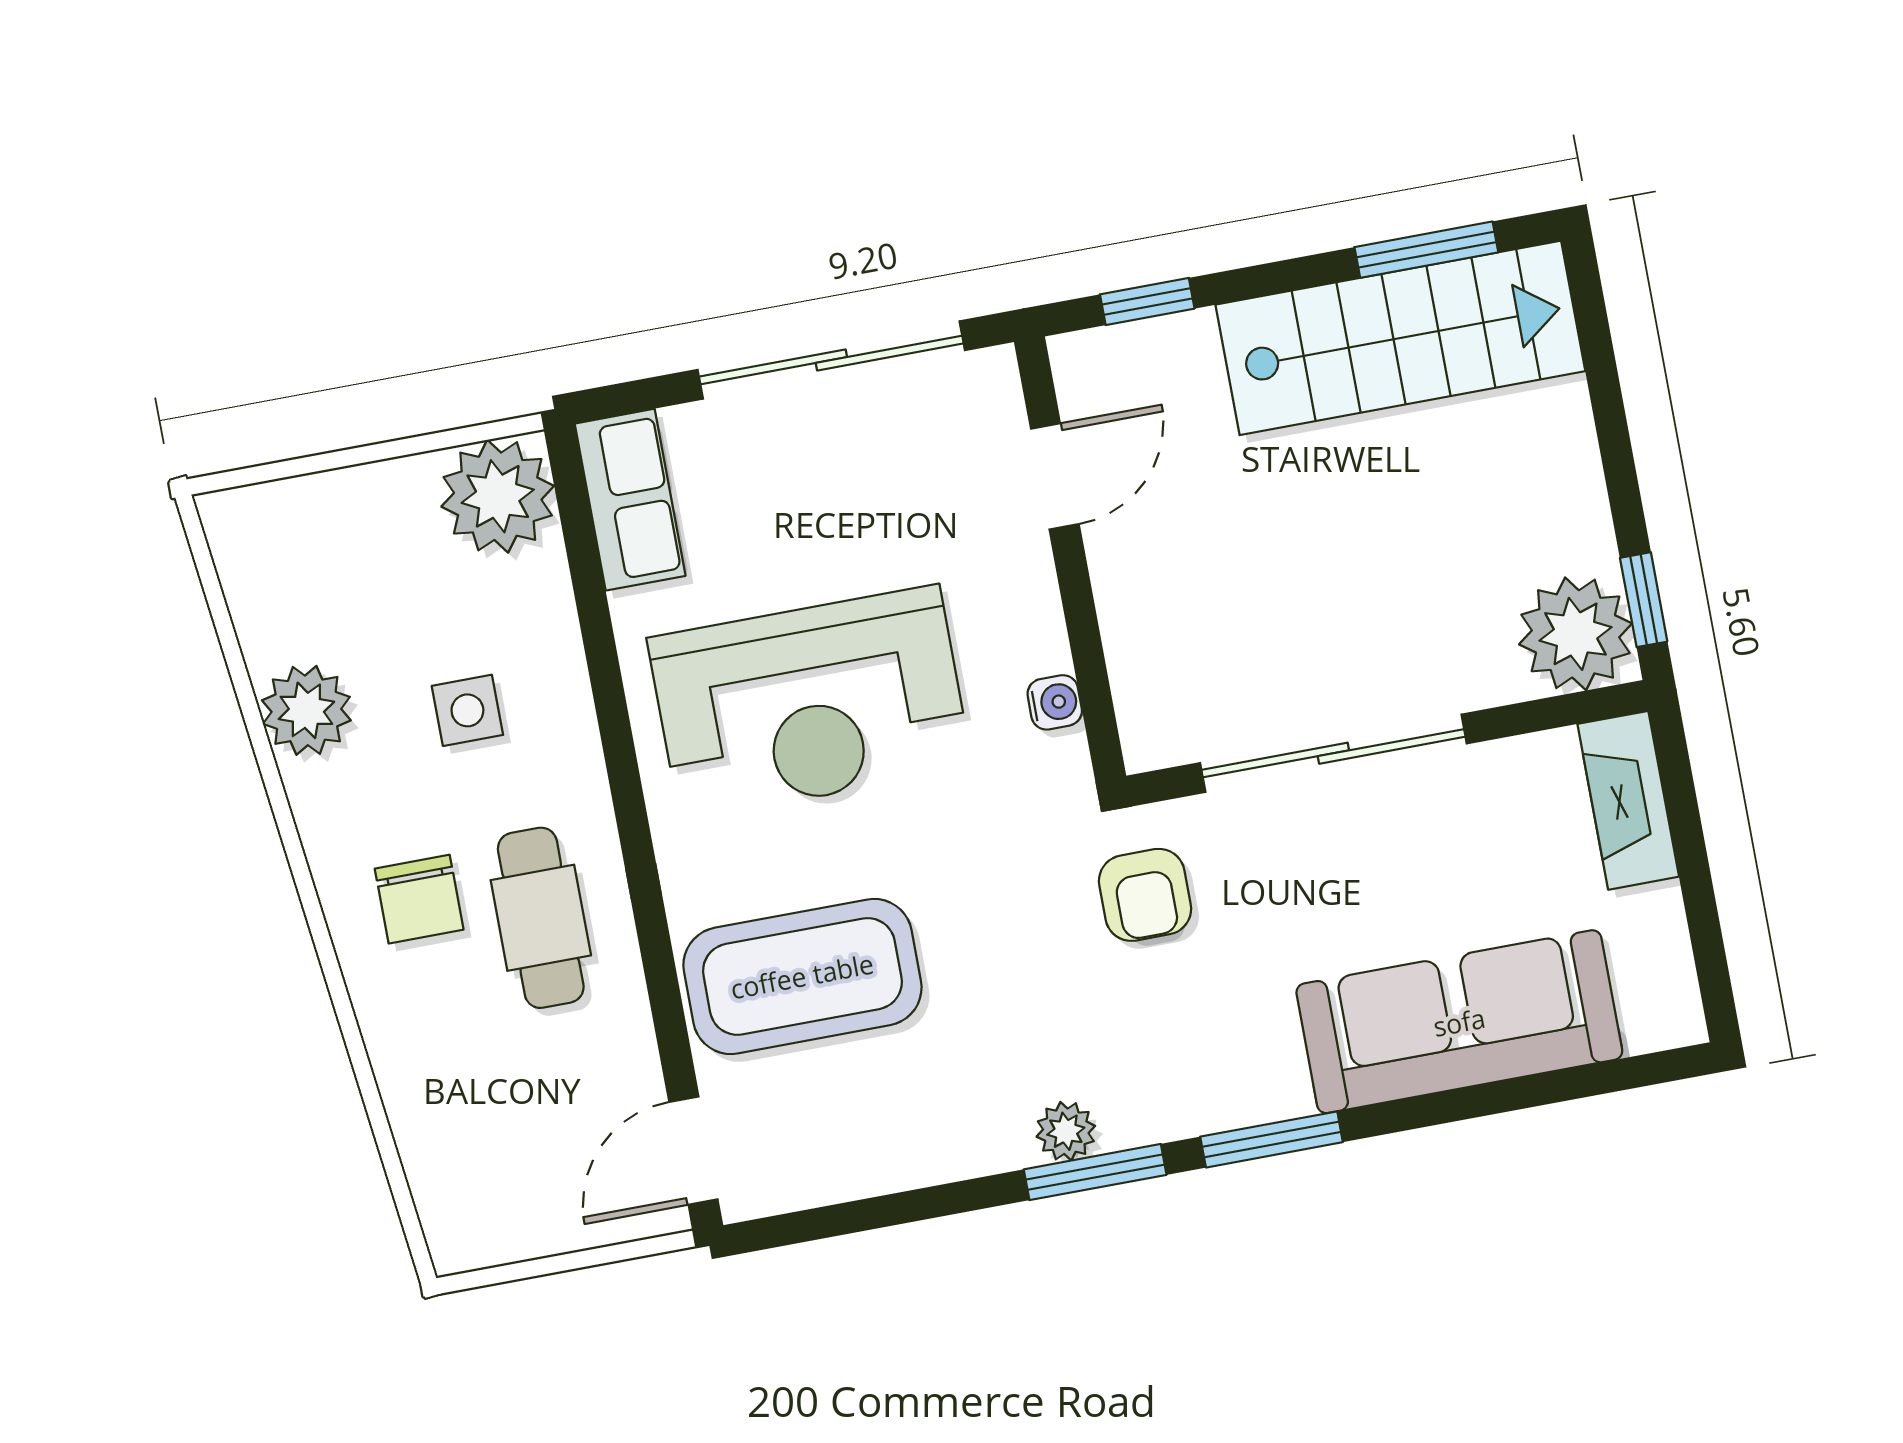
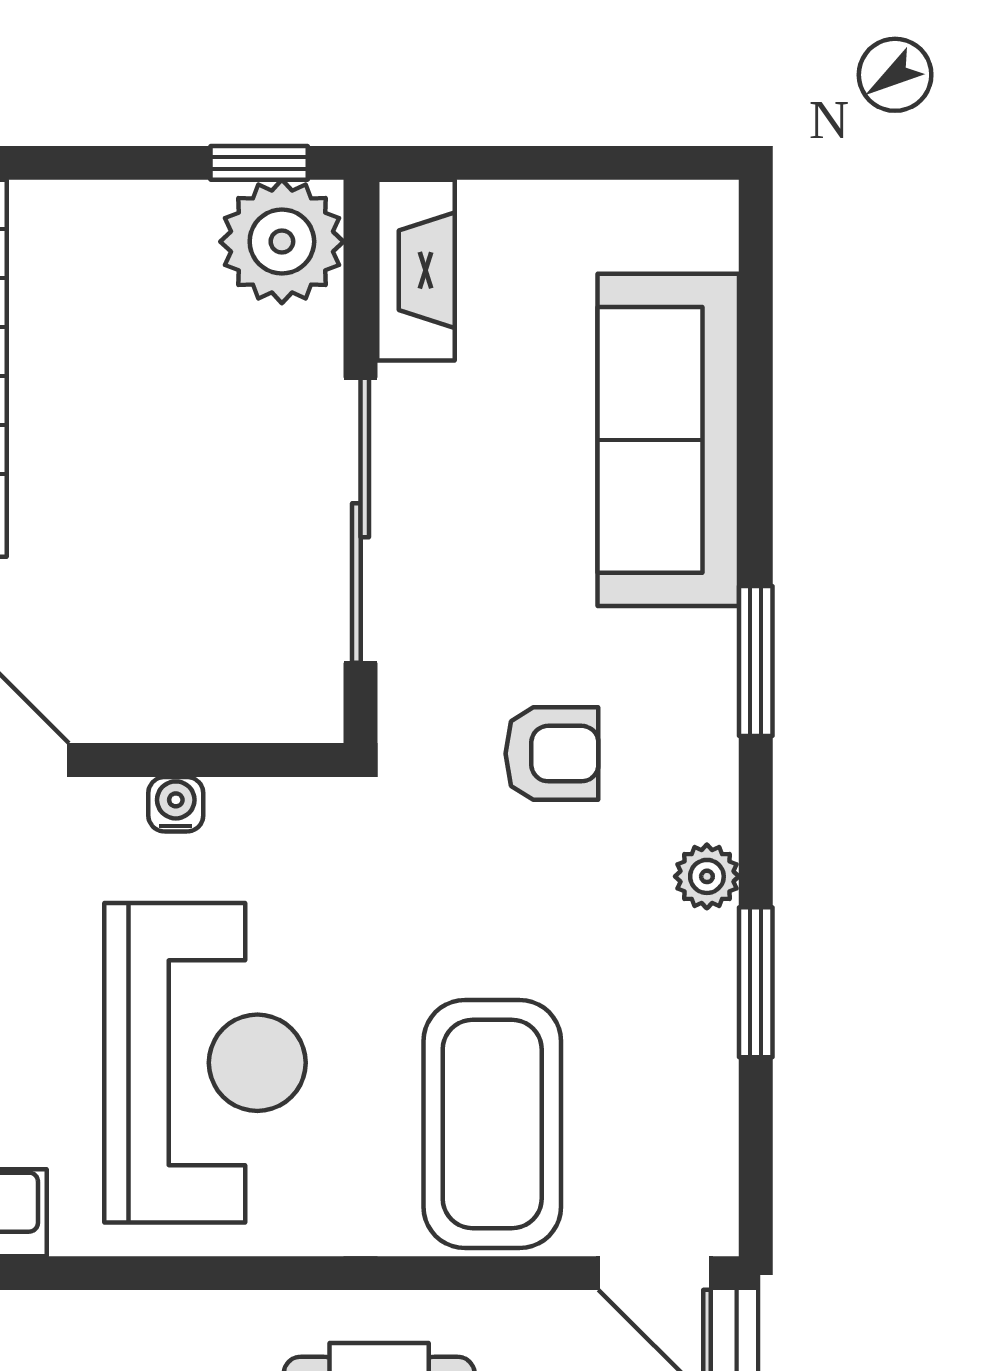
water cooler: (1055, 702) -> (176, 804), moved
fireplace: (1628, 800) -> (416, 270), moved, turned -90
armchair: (1145, 895) -> (552, 754), moved
window: (1095, 1172) -> (756, 982), moved

